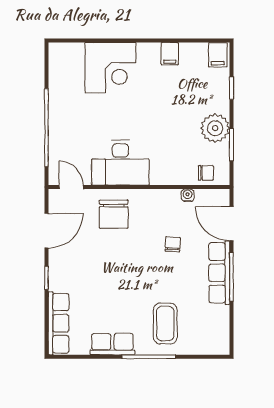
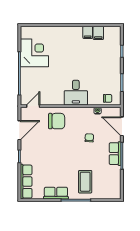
filing cabinet: (218, 55) -> (98, 33), moved
corner desk: (110, 68) -> (34, 53), moved, turned -90
plant: (215, 128) -> (113, 74), removed
desk: (120, 163) -> (76, 93), moved, width x0.73
door: (71, 187) -> (33, 106), hinge flipped
chair: (114, 214) -> (57, 121), turned -90
row of seats: (219, 273) -> (115, 154), width x0.68

